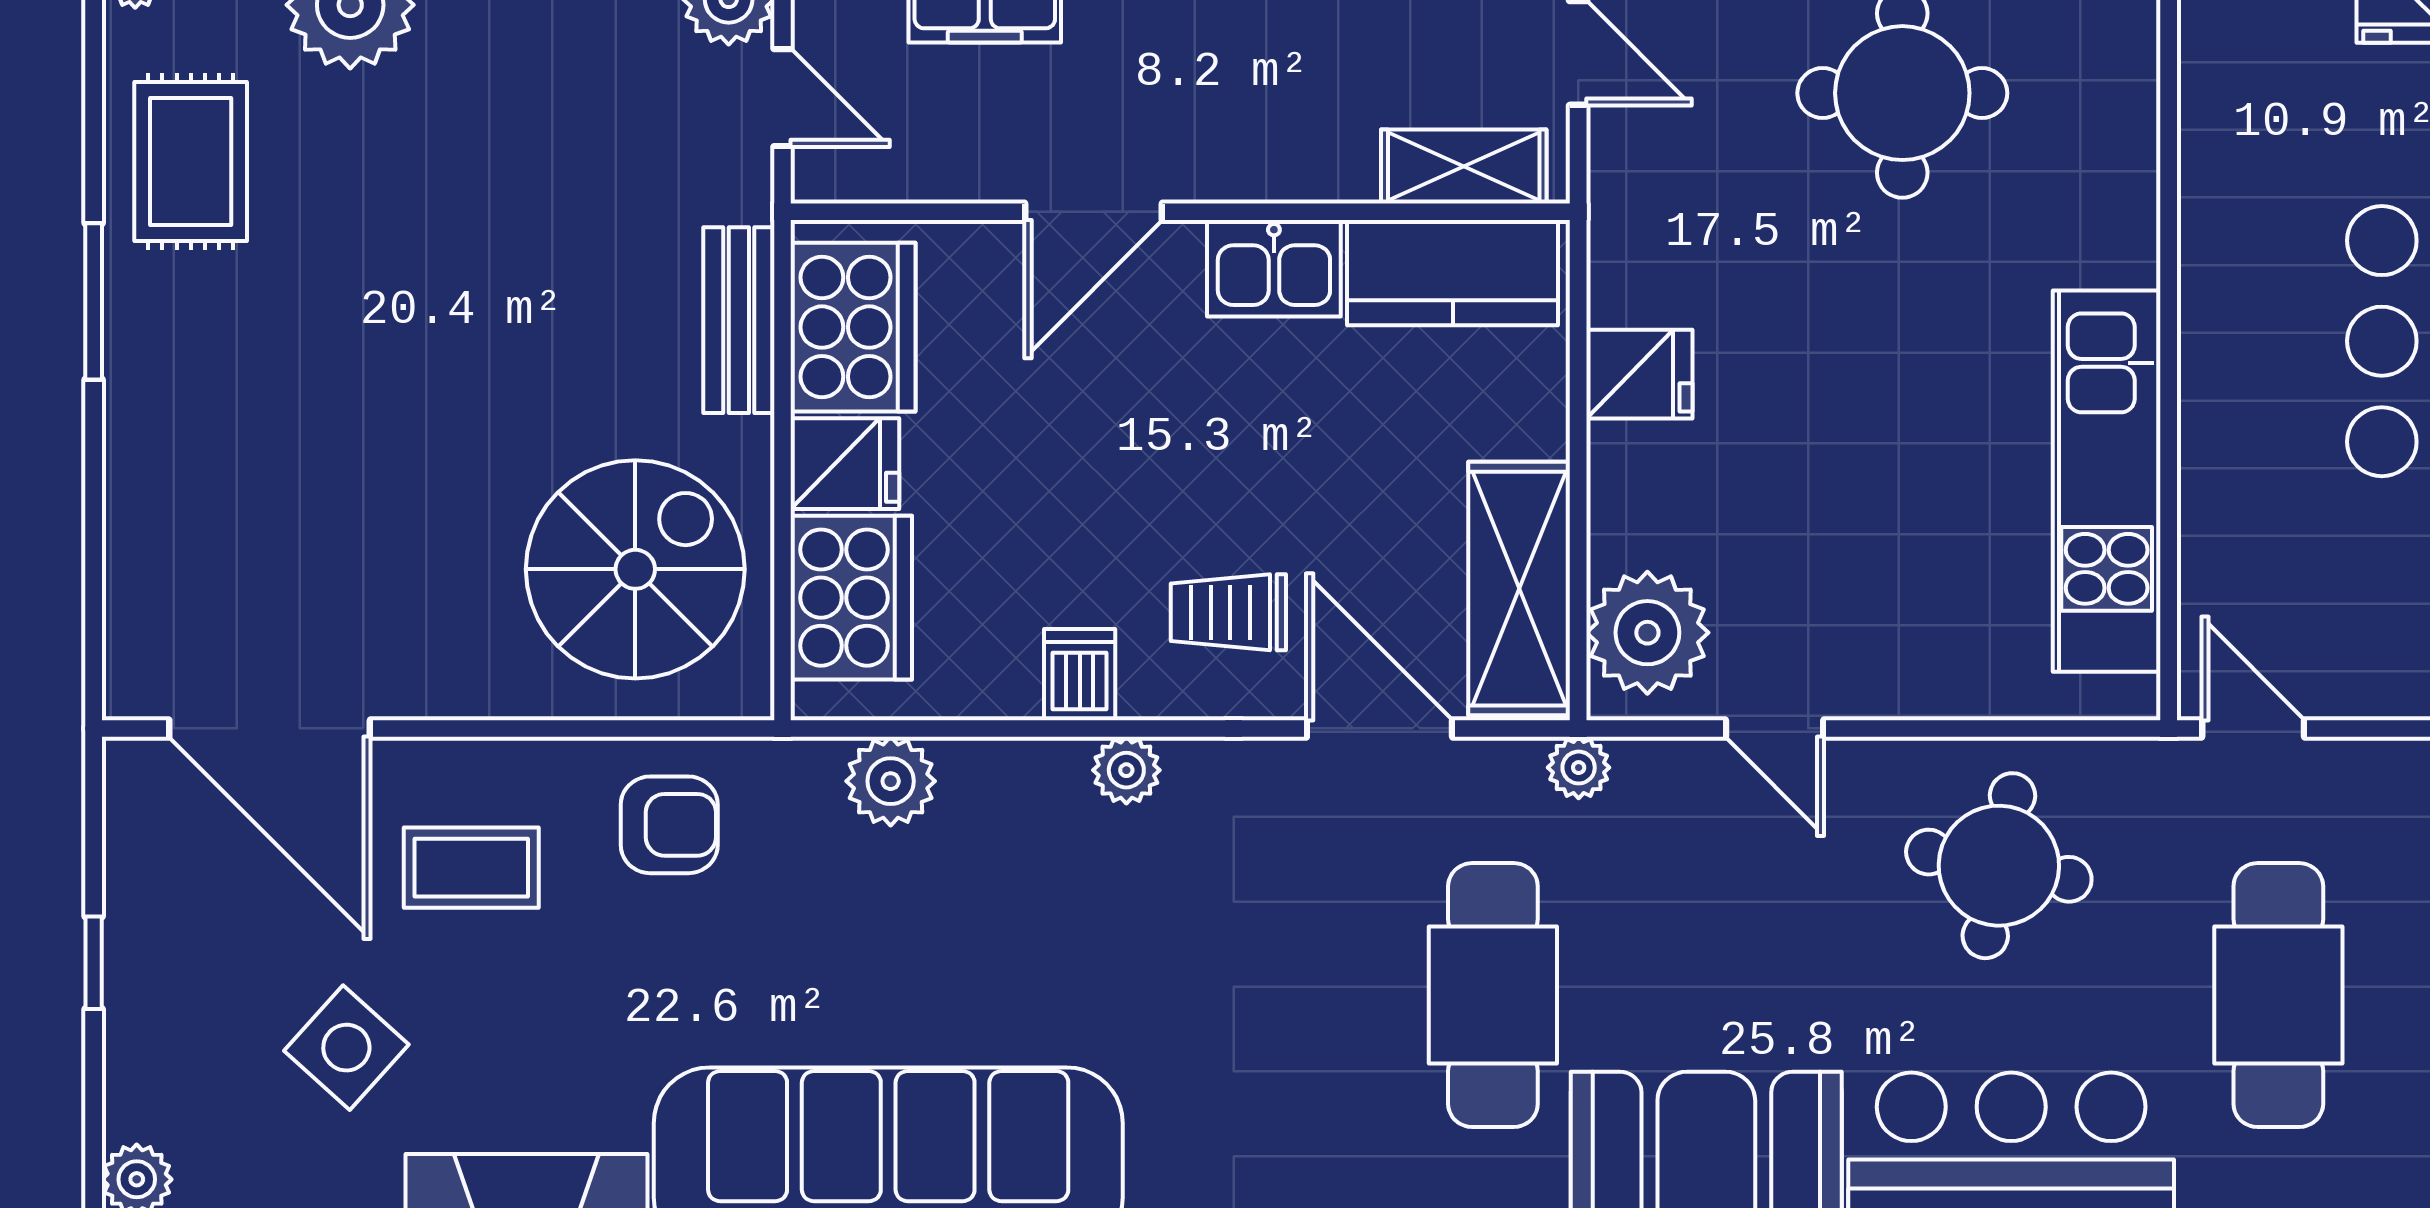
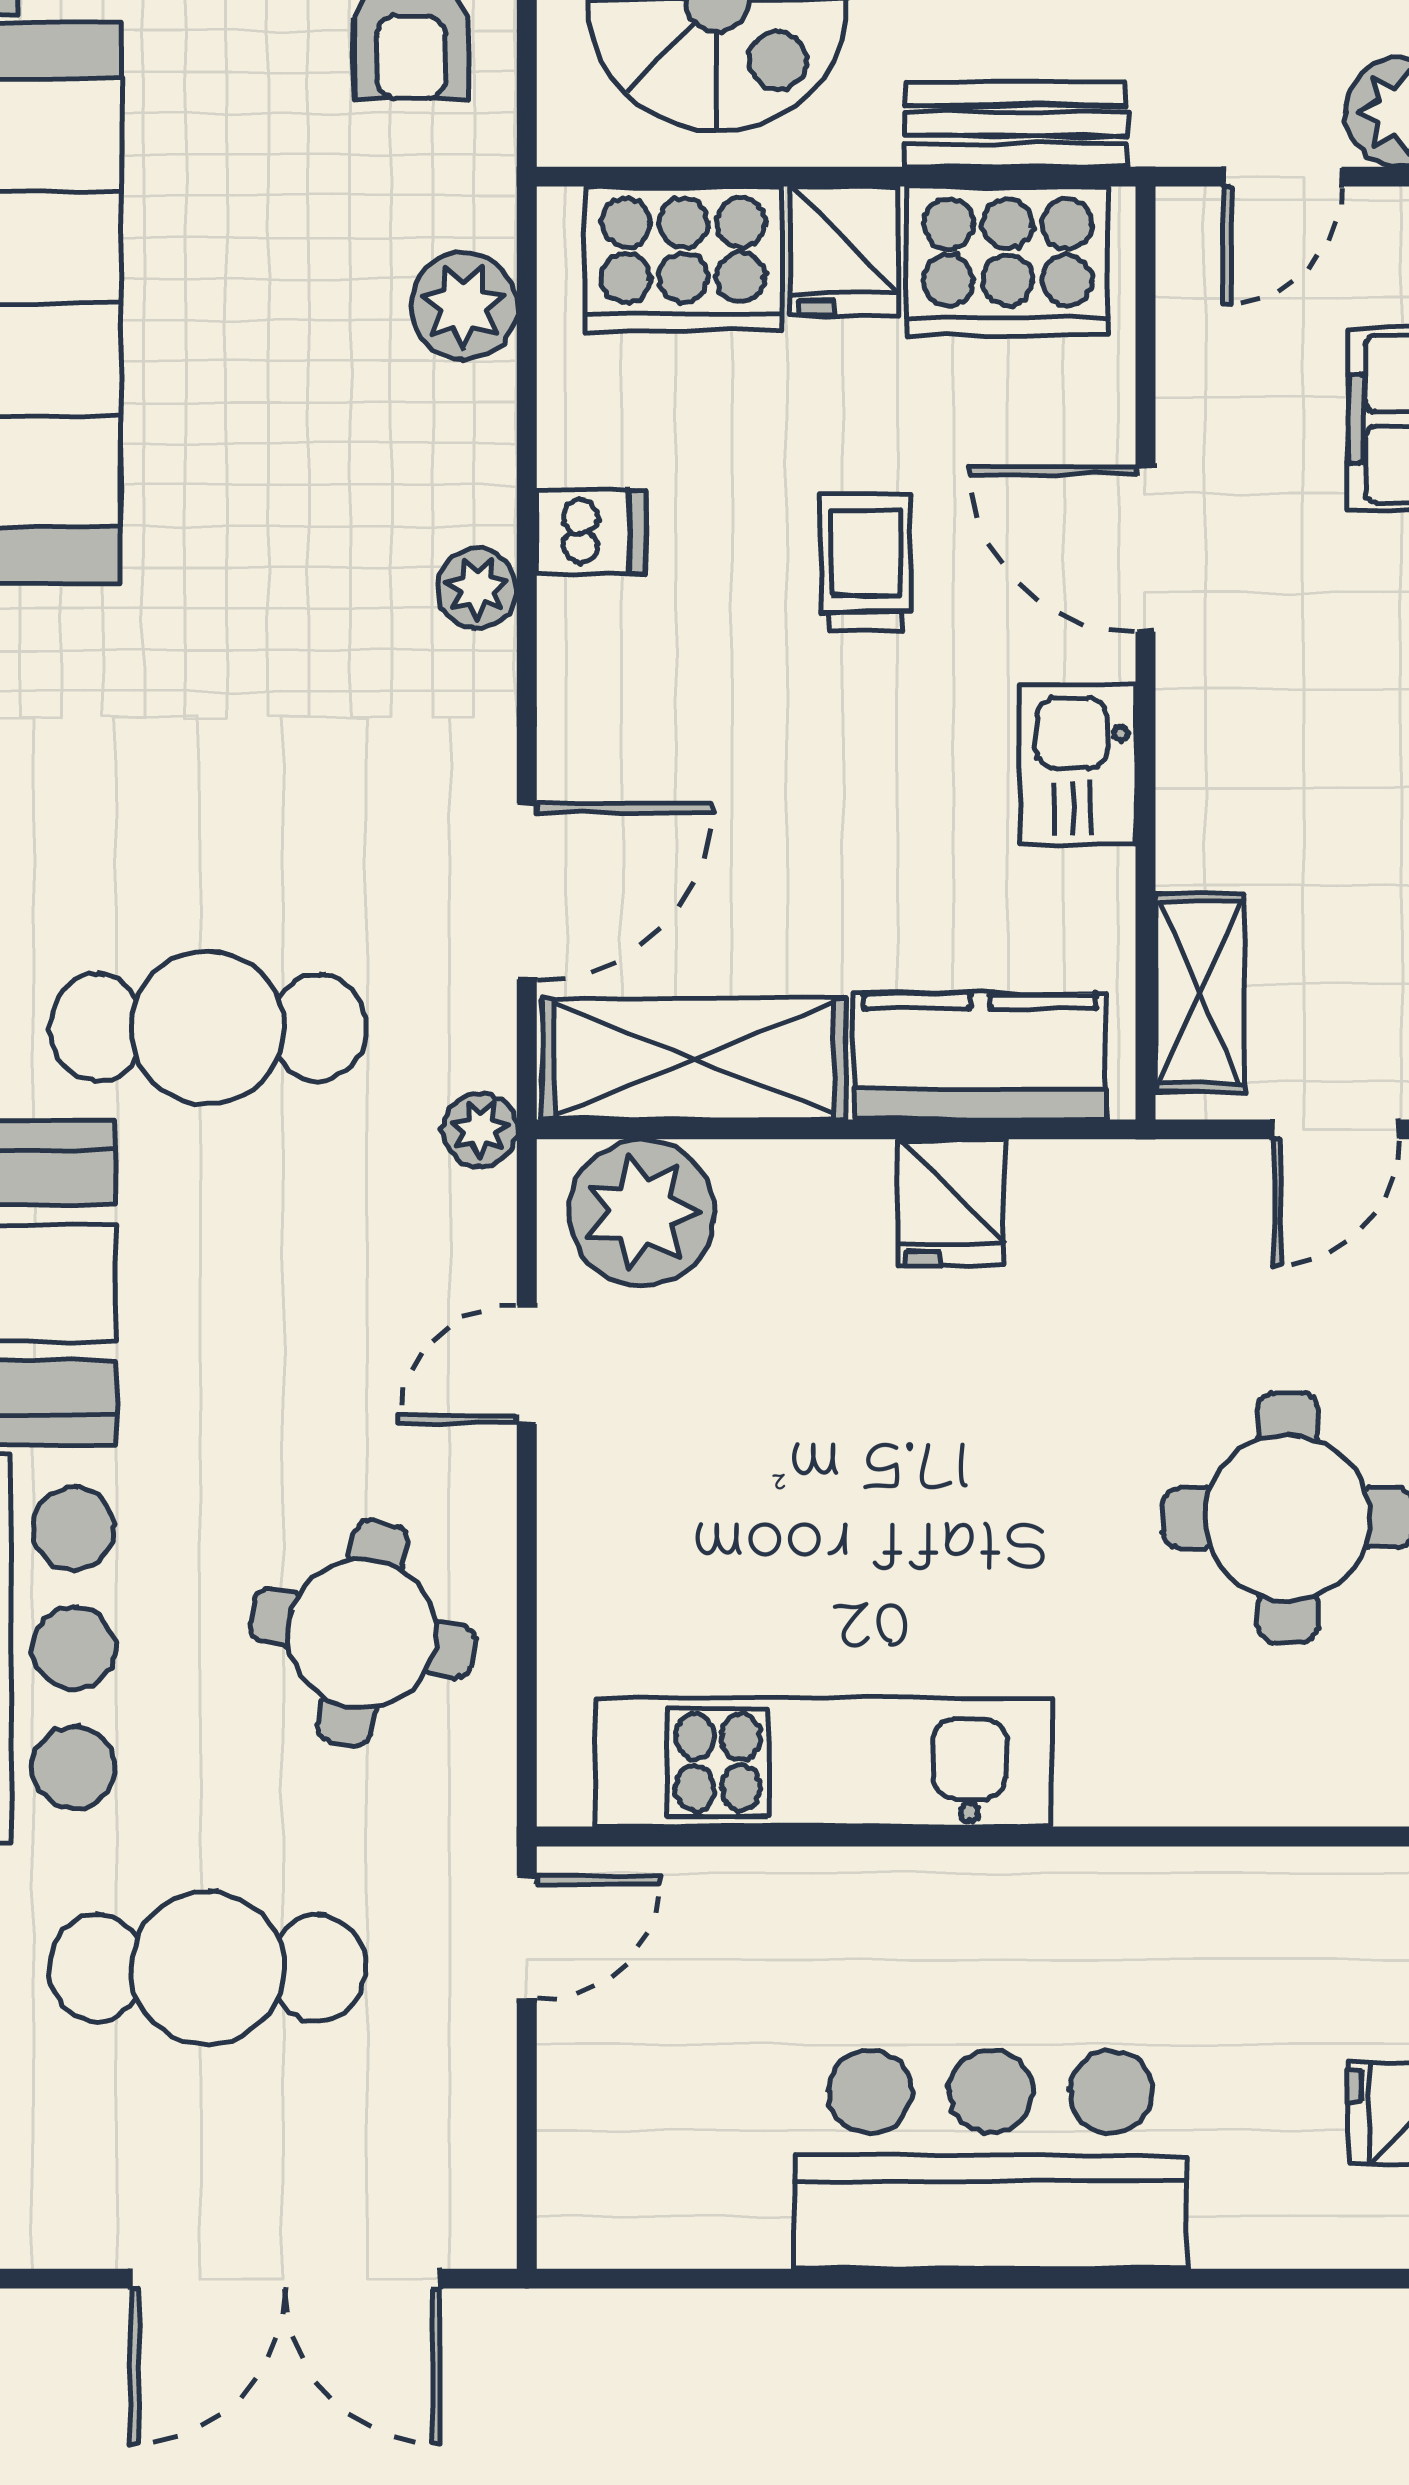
kitchen counter: (1453, 273) -> (980, 1056), moved, turned 90
trolley: (1228, 612) -> (866, 562), moved

